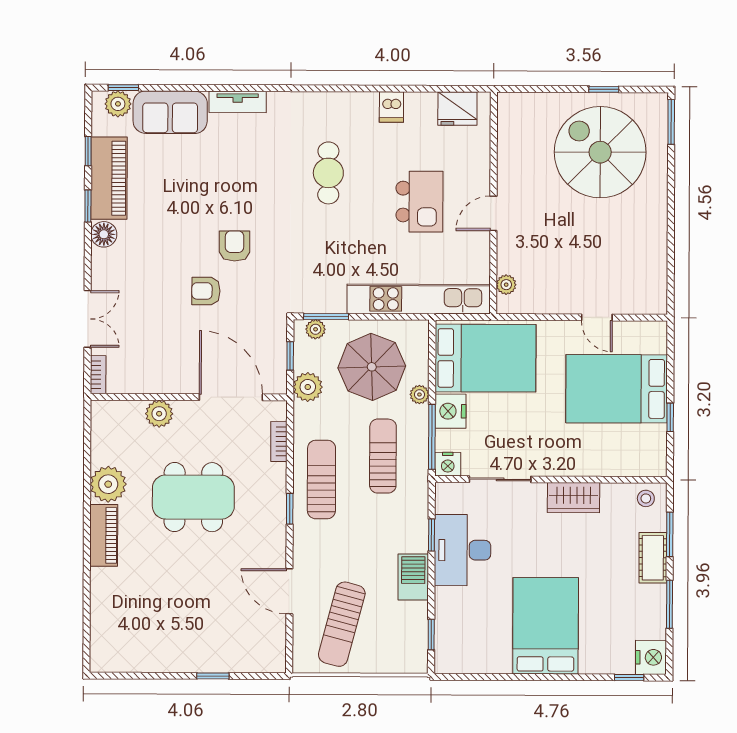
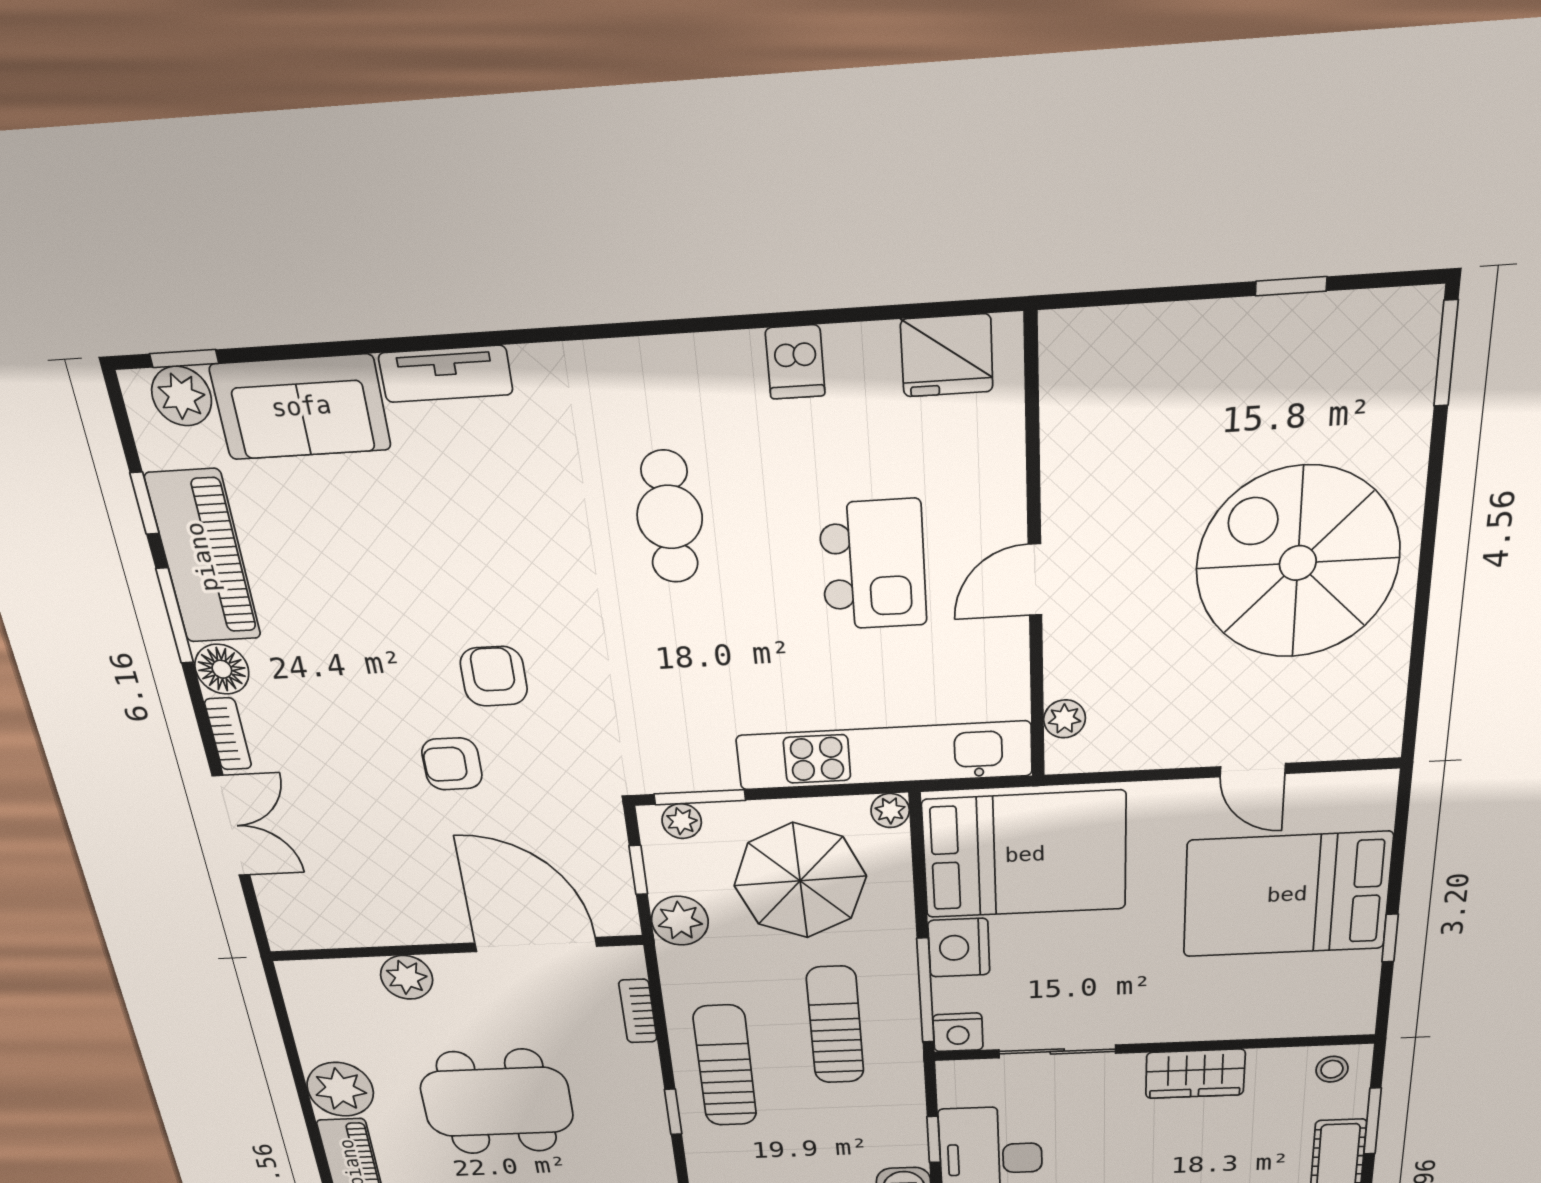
spiral stairs: (600, 152) -> (1298, 563), moved
window: (88, 206) -> (175, 616), width x1.50
bookcase: (98, 375) -> (228, 734), moved
plant: (419, 395) -> (890, 811), moved

